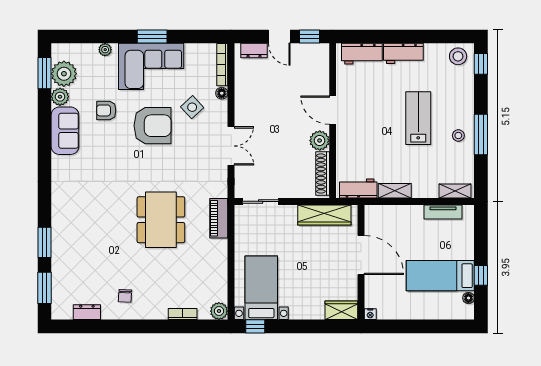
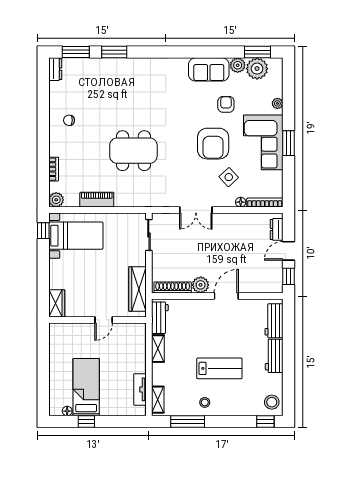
window: (481, 135) -> (188, 422), moved
piano: (219, 218) -> (97, 200), moved
door: (361, 255) -> (104, 320), width x0.53
dresser: (87, 312) -> (55, 69), moved
nightstand: (370, 314) -> (53, 328), removed

